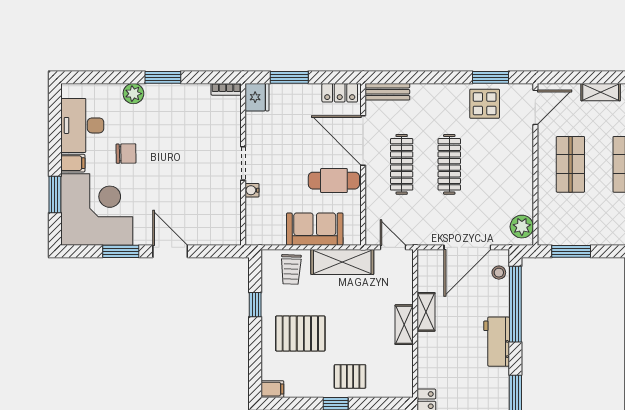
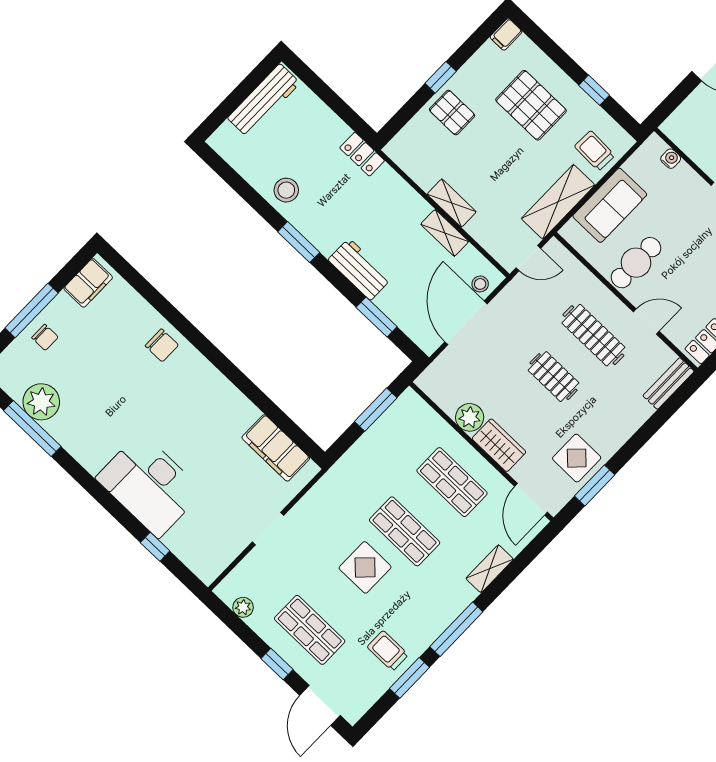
door: (363, 141) -> (646, 322), width x0.53
wardrobe: (522, 157) -> (499, 445), added
clothes rail: (449, 164) -> (554, 377), width x0.73
water cooler: (252, 190) -> (671, 159), moved
plant: (522, 227) -> (470, 417), moved
stool: (499, 273) -> (480, 284), moved
window: (515, 304) -> (377, 317), width x0.47
pallet: (300, 333) -> (531, 105), turned 90
pallet: (350, 376) -> (452, 113), turned 90

